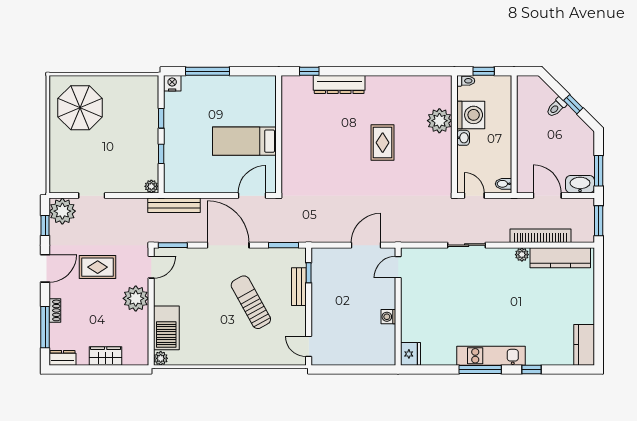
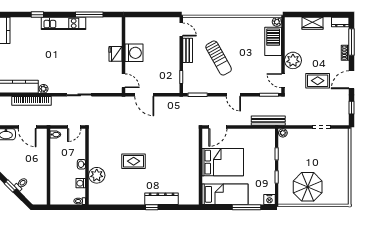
window: (309, 71) -> (152, 207), moved
window: (484, 71) -> (68, 207), removed
bed: (241, 91) -> (225, 194), added
parasol: (80, 108) -> (308, 187), moved
washing machine: (471, 115) -> (81, 183), width x0.53, depth x0.53
bed: (244, 141) -> (223, 162), width x1.50
rug: (383, 143) -> (134, 161), turned 90
door: (474, 196) -> (74, 127), hinge flipped
plant: (62, 211) -> (340, 117), removed
door: (228, 245) -> (233, 95), width x0.53
door: (366, 245) -> (144, 95), hinge flipped
door: (151, 267) -> (283, 81), hinge flipped
door: (398, 267) -> (124, 81), hinge flipped
bench: (299, 287) -> (188, 50), moved
washing machine: (388, 317) -> (134, 53), width x1.89, depth x1.89
fridge: (410, 354) -> (116, 54), moved
window: (480, 370) -> (89, 15), moved

